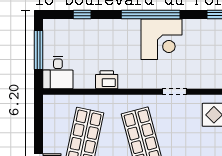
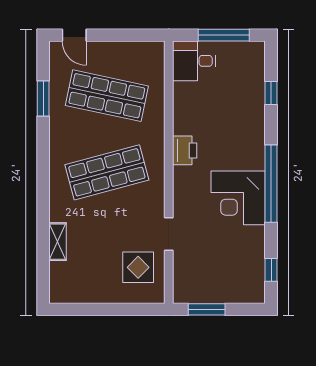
printer: (107, 80) -> (185, 150), moved
doorway: (174, 92) -> (169, 234), moved

